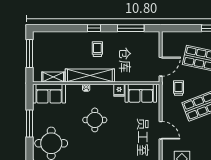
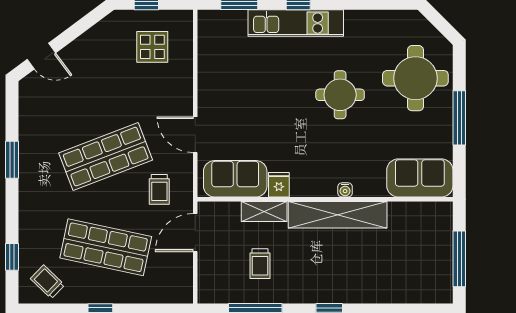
trolley: (97, 49) -> (260, 264), moved
shelving: (53, 77) -> (264, 212), moved
round table: (95, 120) -> (340, 95), moved
door: (161, 130) -> (195, 135), moved

